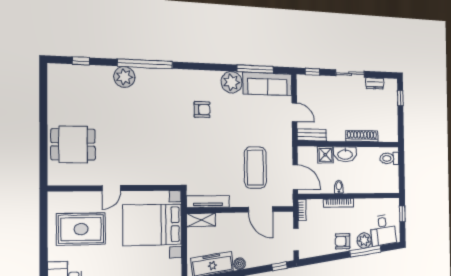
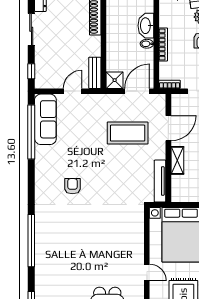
window: (255, 69) -> (31, 132), width x1.46
plant: (124, 77) -> (44, 260), removed
plant: (232, 82) -> (45, 156), removed
washbasin: (345, 154) -> (146, 26), moved, turned 180
shower: (325, 155) -> (115, 80), moved
shelving: (201, 220) -> (177, 160), moved

